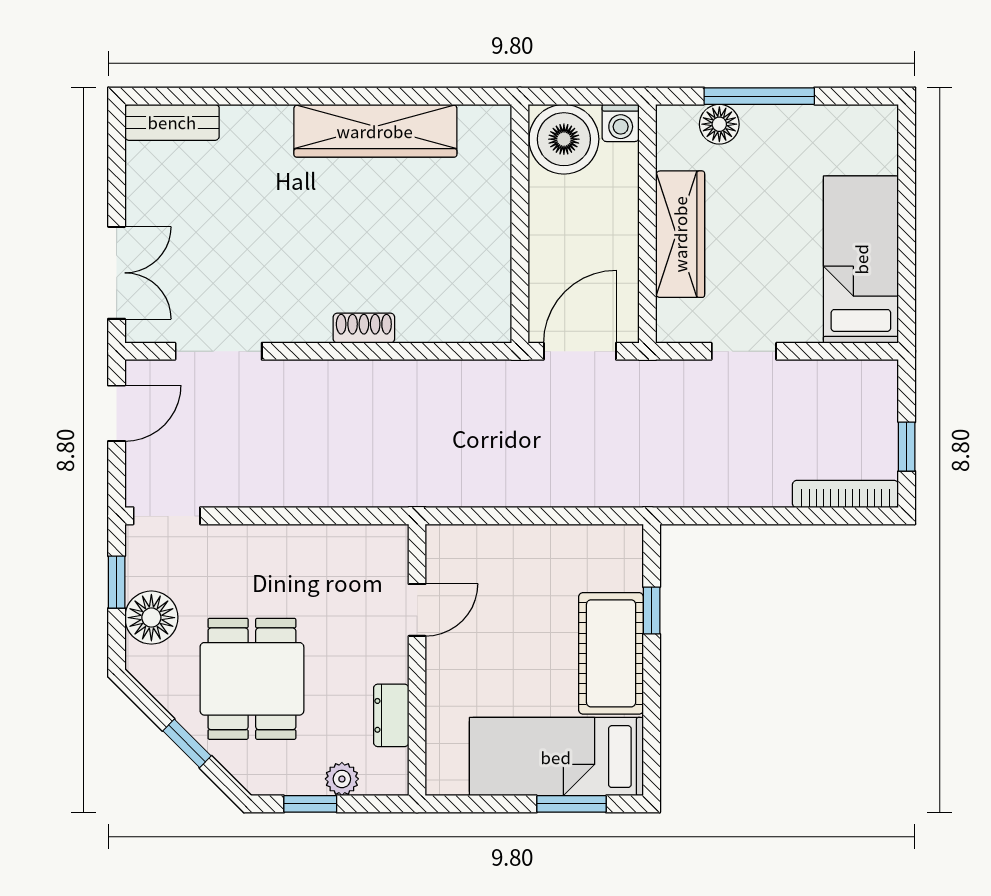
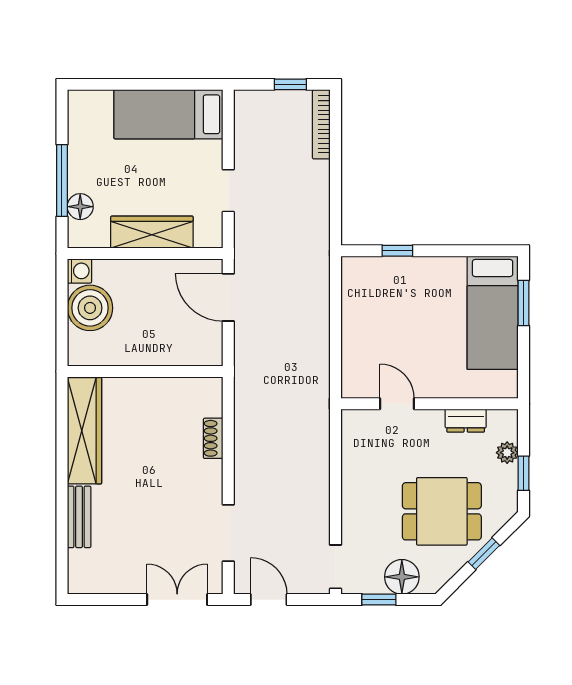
bench: (172, 122) -> (79, 517), moved
wall: (520, 224) -> (145, 371), moved
cot: (611, 653) -> (425, 277), removed

